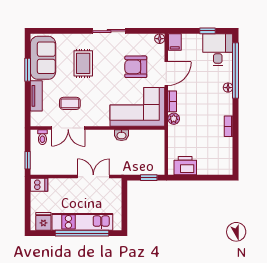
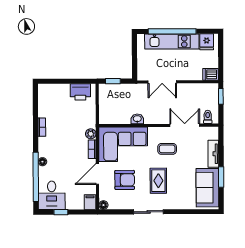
rug: (83, 63) -> (158, 181), moved
coffee table: (70, 103) -> (167, 149), moved

